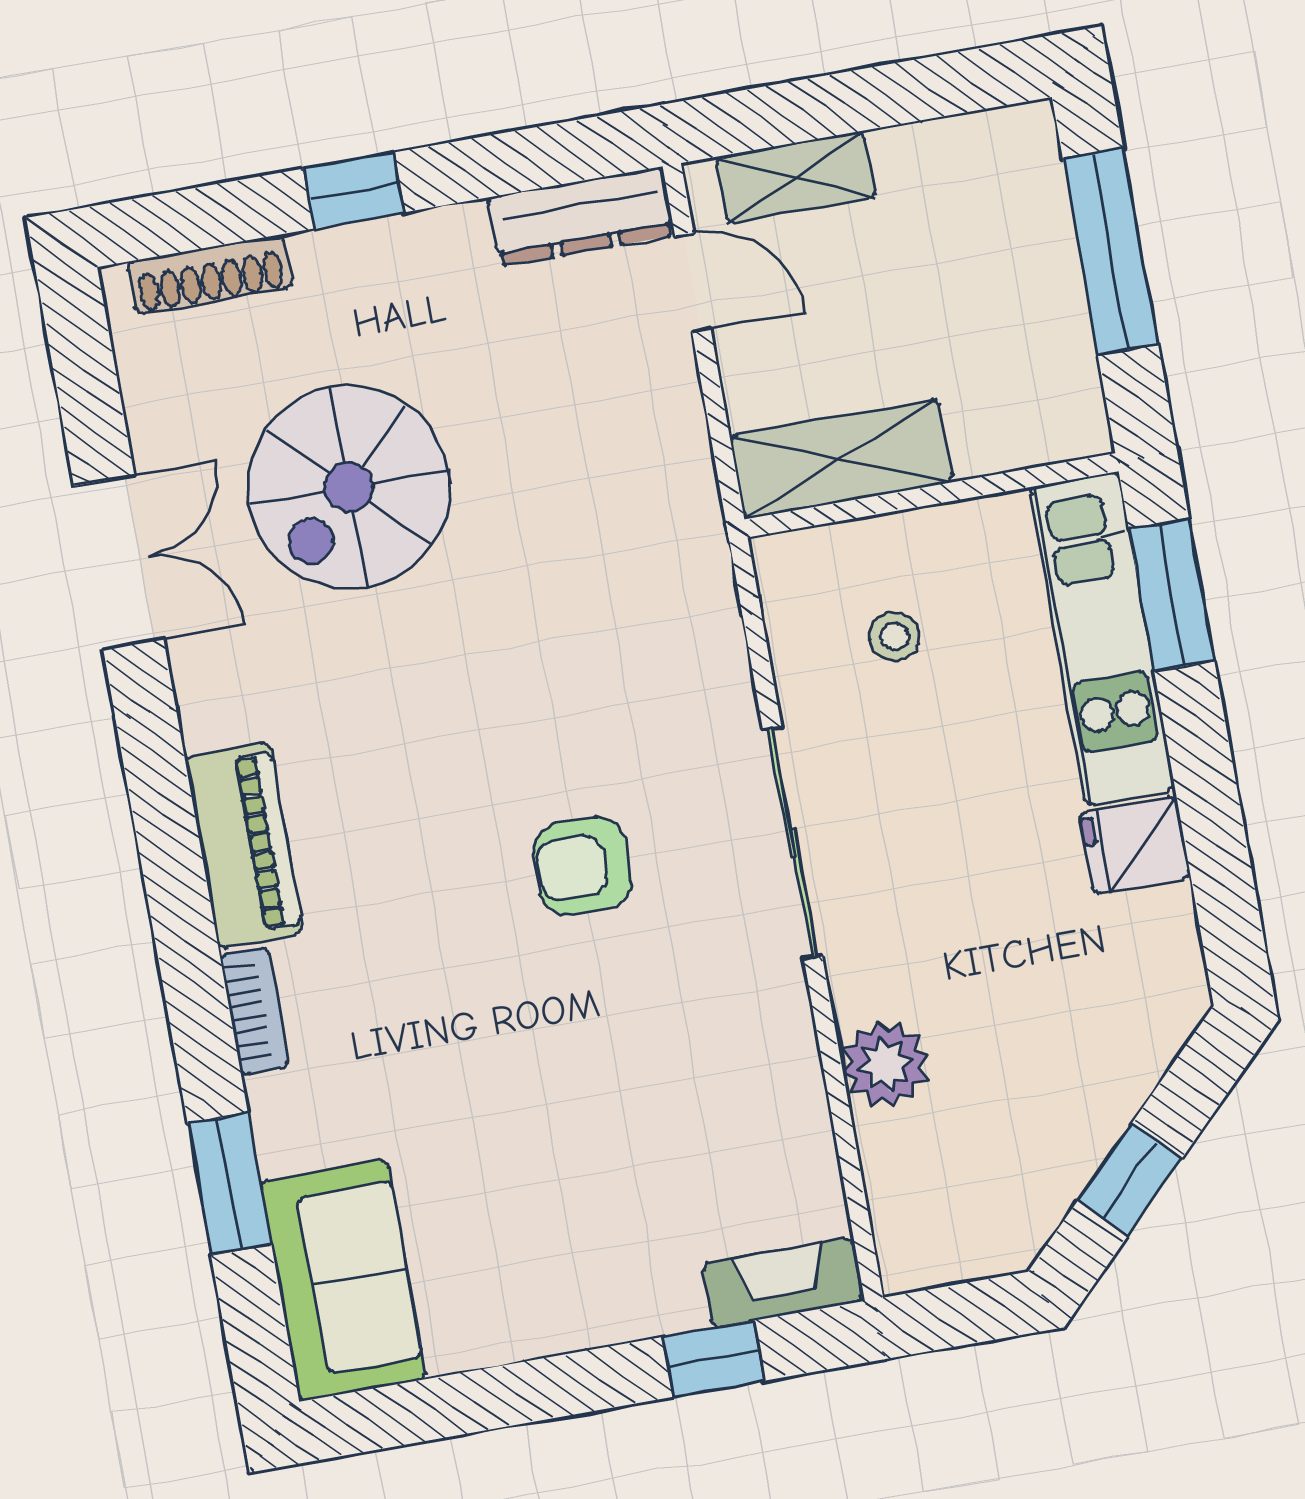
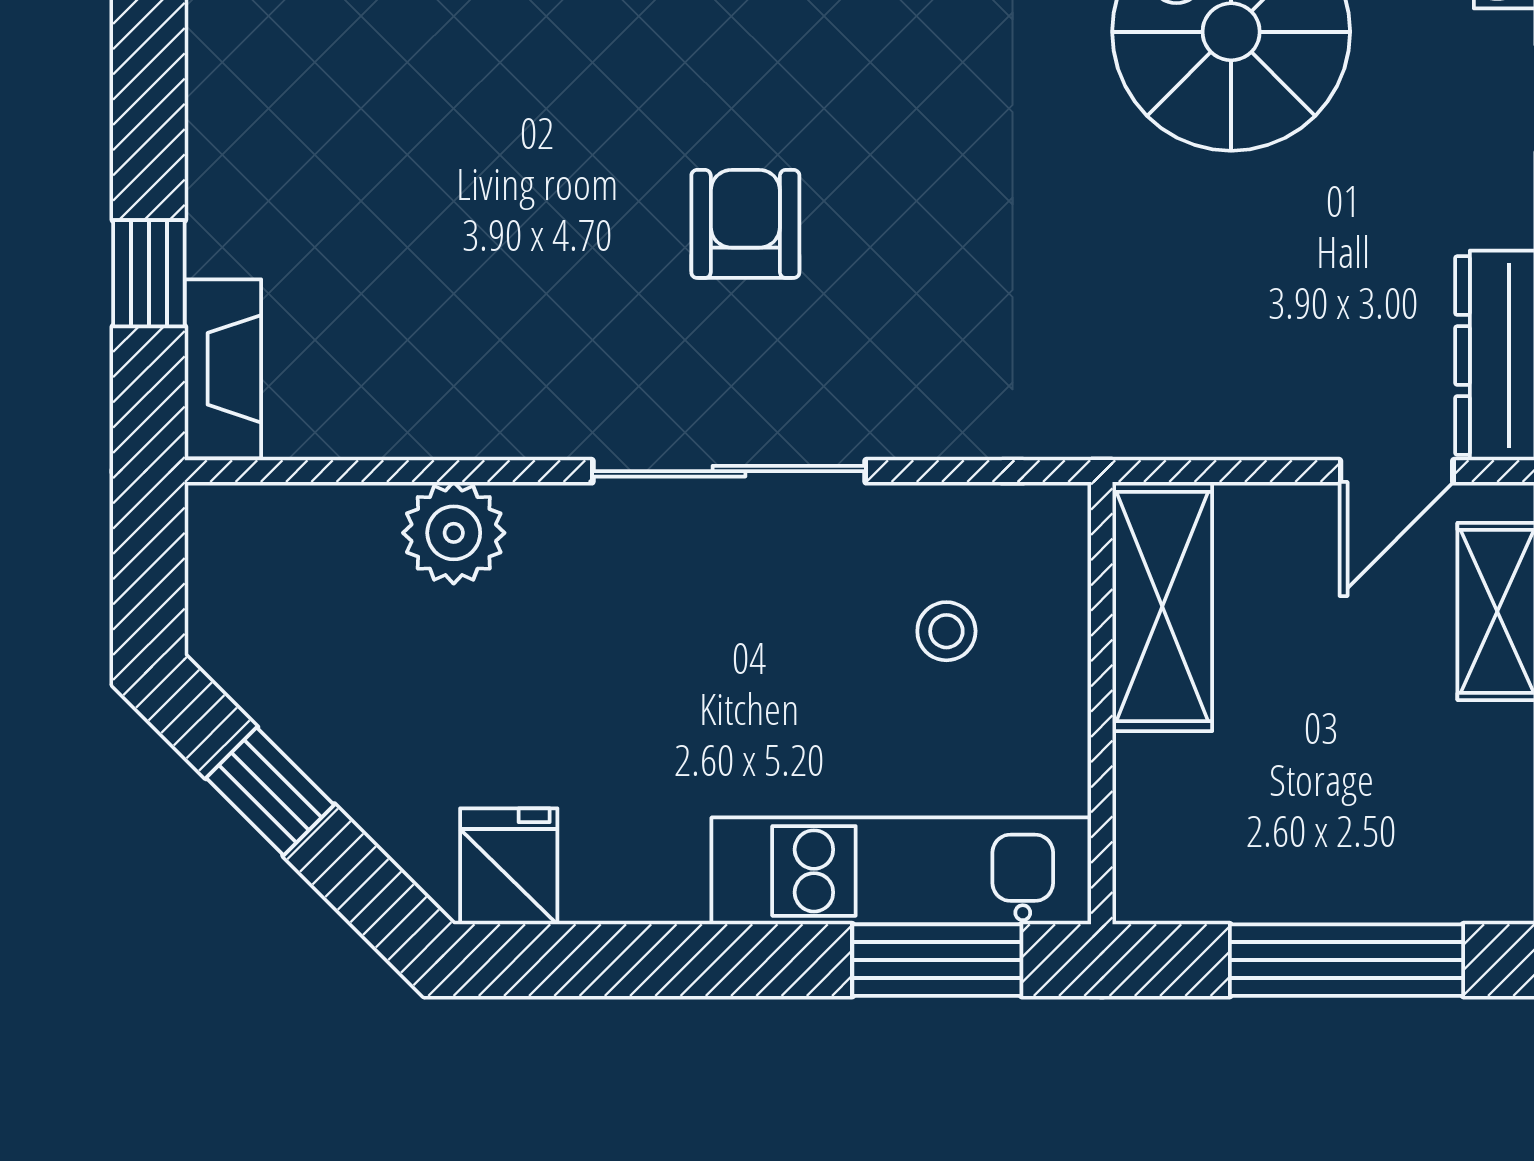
fridge: (1135, 845) -> (509, 866), moved

